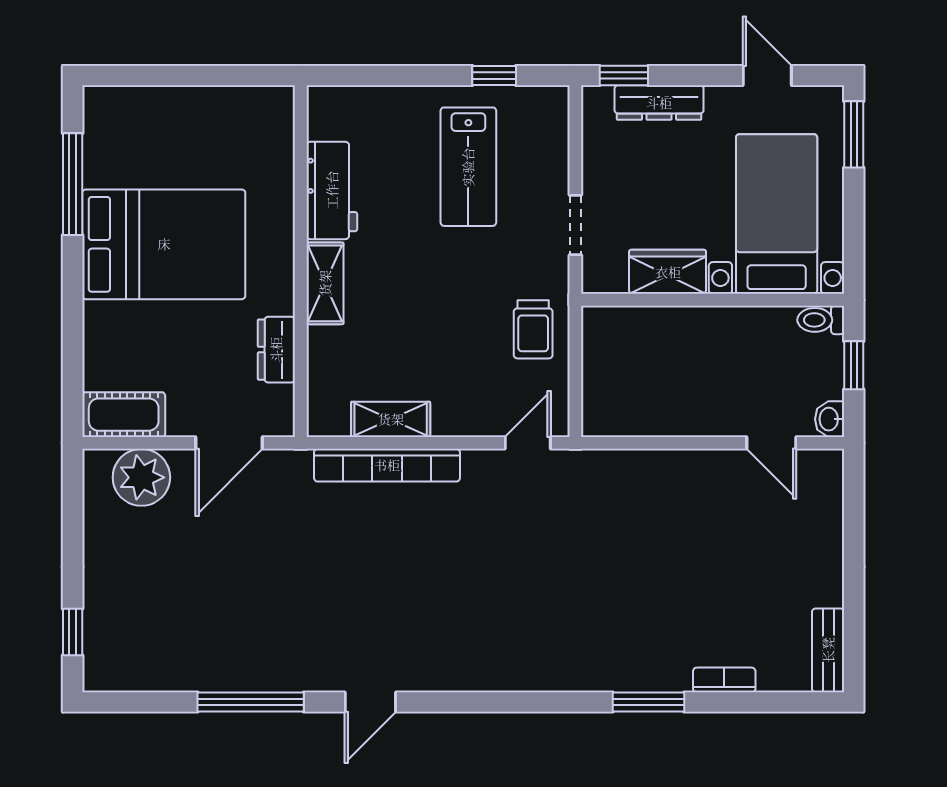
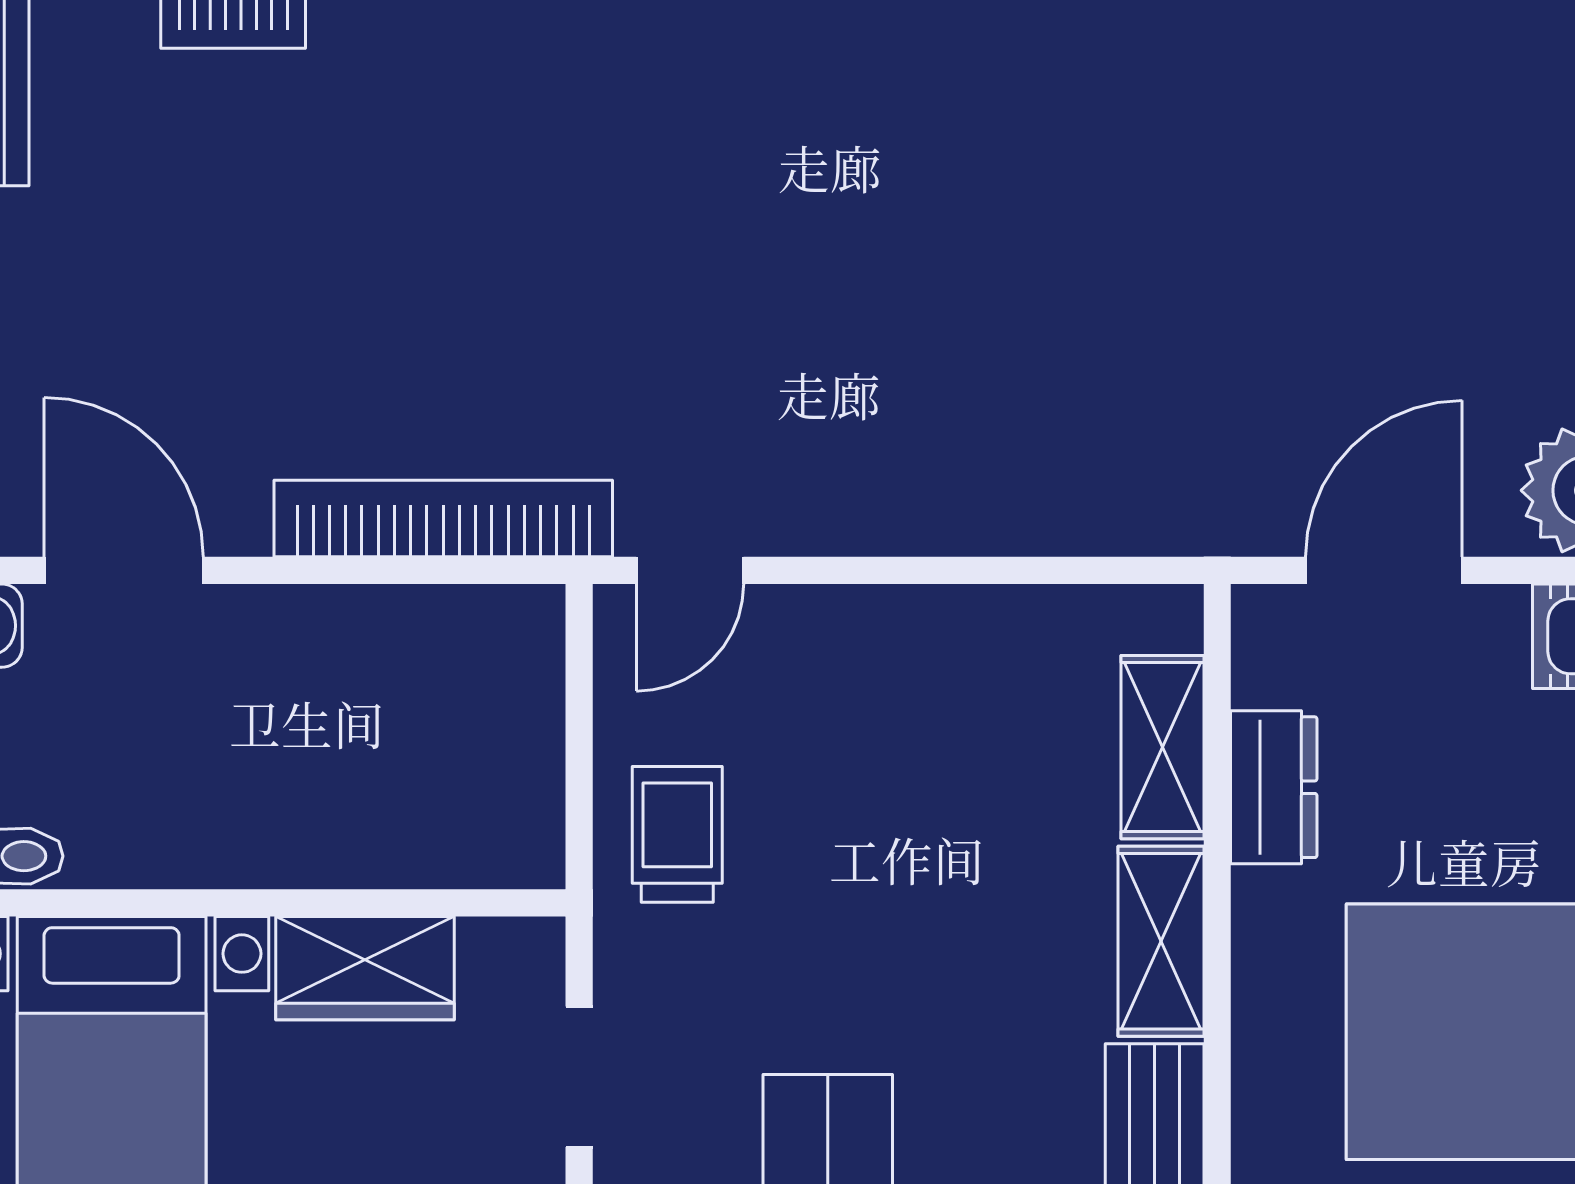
shelving: (391, 419) -> (1162, 747), moved, turned 90
door: (771, 443) -> (124, 570), width x1.38
bookcase: (387, 465) -> (443, 518), moved

